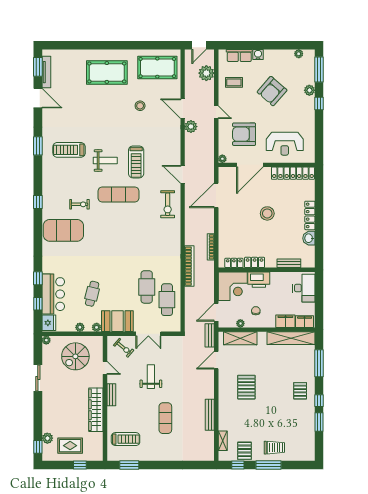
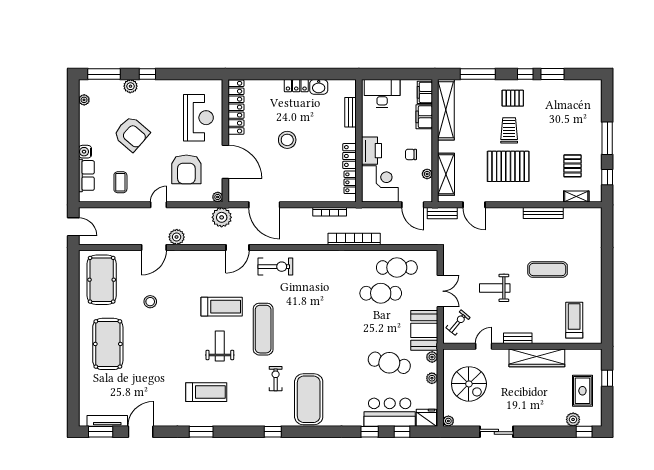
plant: (206, 73) -> (222, 217), moved
treadmill: (69, 150) -> (206, 392), turned -90
locker: (310, 215) -> (296, 86), width x0.66
cafe table: (92, 294) -> (389, 363), width x1.37, depth x1.35
pallet: (246, 387) -> (508, 166), width x1.37, depth x1.41
trolley: (274, 448) -> (509, 130), moved
pallet: (245, 451) -> (572, 166), moved, turned 90
window: (129, 465) -> (607, 315), removed

